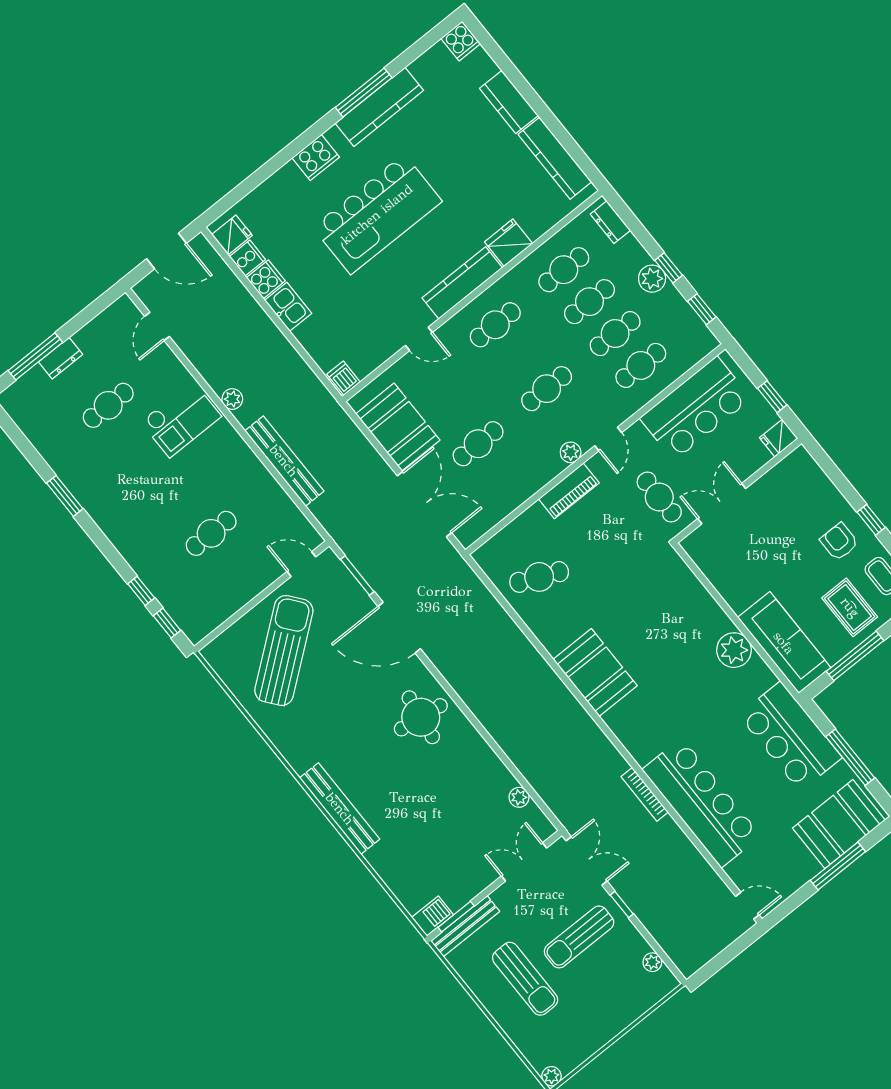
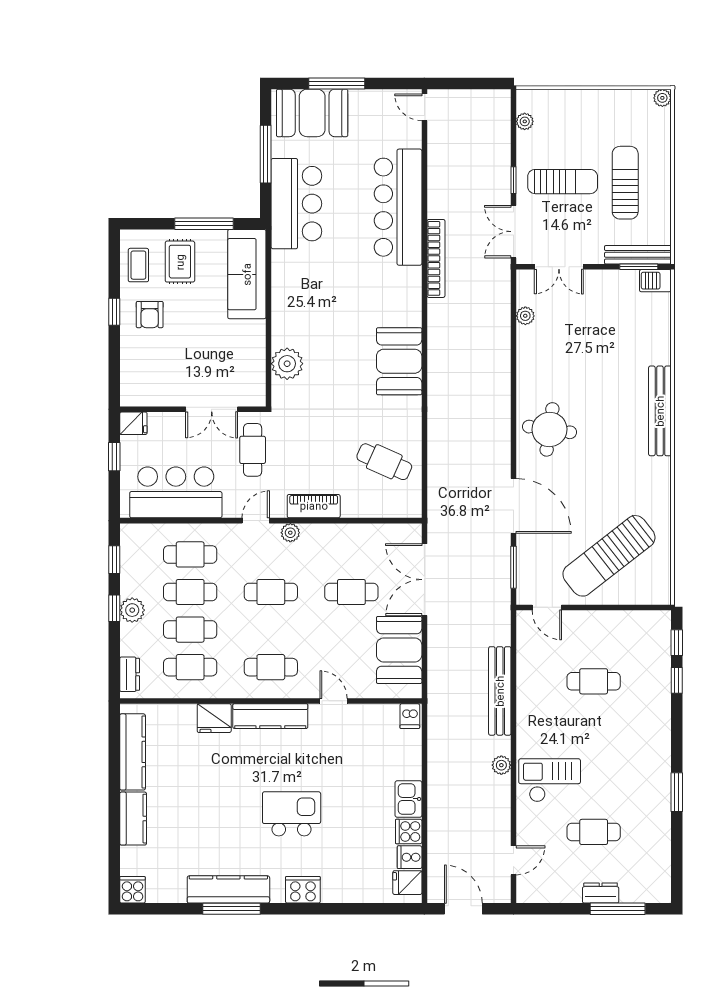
kitchen island: (377, 214) -> (292, 814), width x0.54, depth x0.78
plant: (734, 650) -> (287, 364), moved
bookcase: (645, 794) -> (436, 258), width x1.48, depth x1.31

